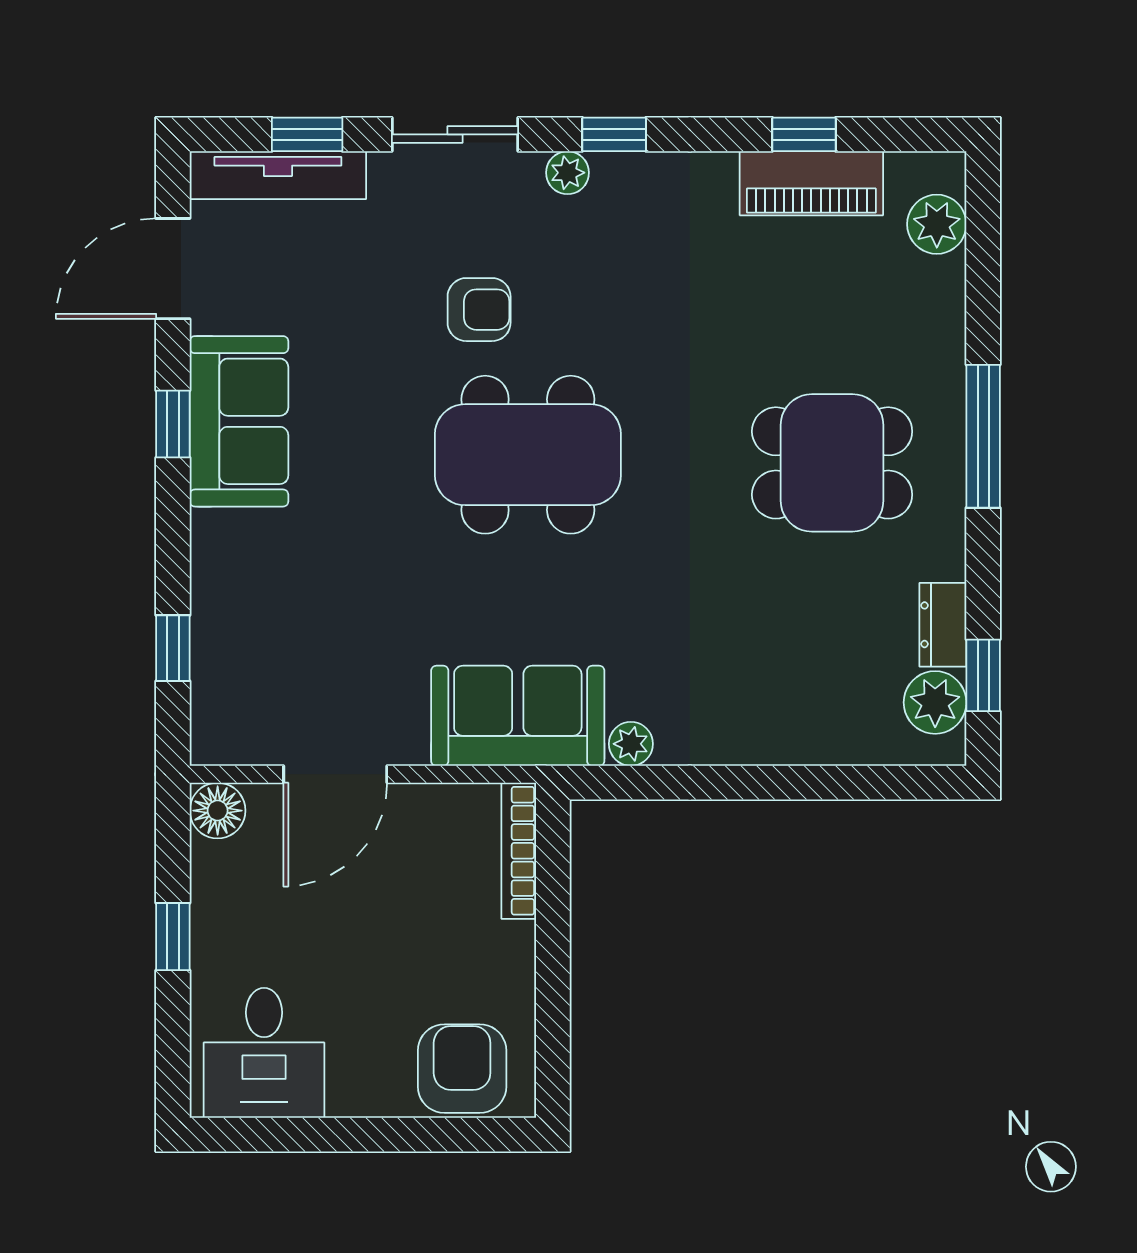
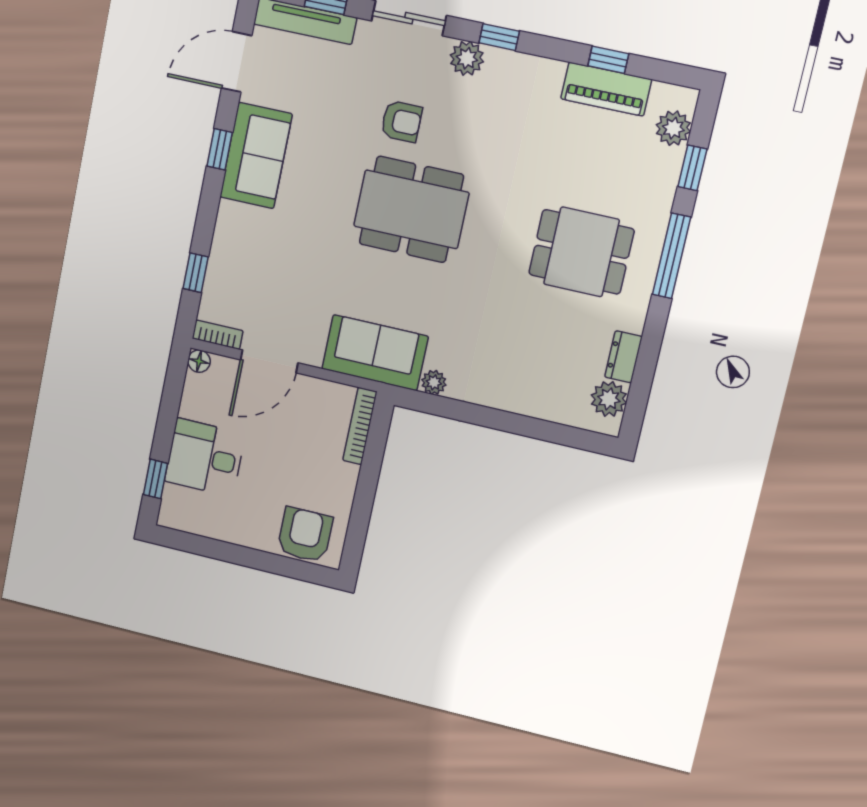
plant: (568, 173) -> (467, 58), width x1.38, depth x1.38
window: (983, 675) -> (692, 168), moved
bookcase: (234, 748) -> (218, 335), added
floor lamp: (218, 811) -> (199, 361), width x0.73, depth x0.73
window: (173, 937) -> (155, 479), moved
desk: (264, 1053) -> (205, 458), moved, turned 90

